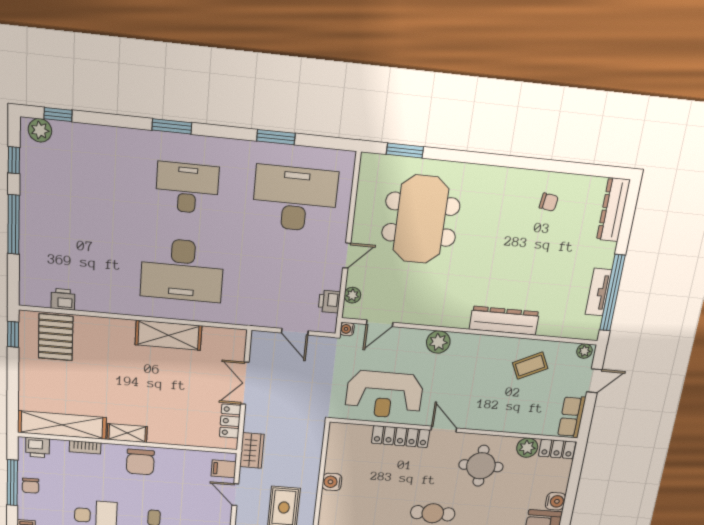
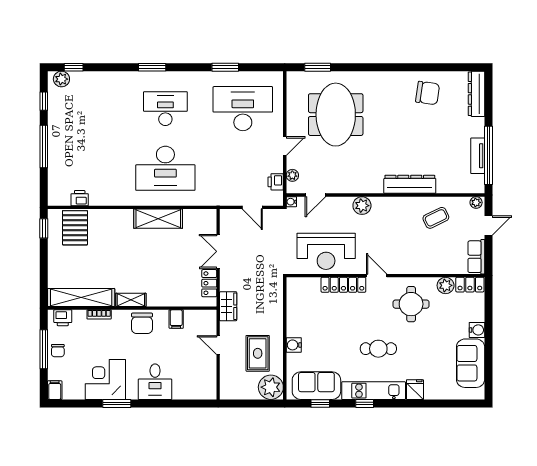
chair: (549, 202) -> (428, 93), width x1.87, depth x1.87
filing cabinet: (224, 469) -> (176, 319), moved, turned -90
water cooler: (332, 482) -> (294, 345), moved

